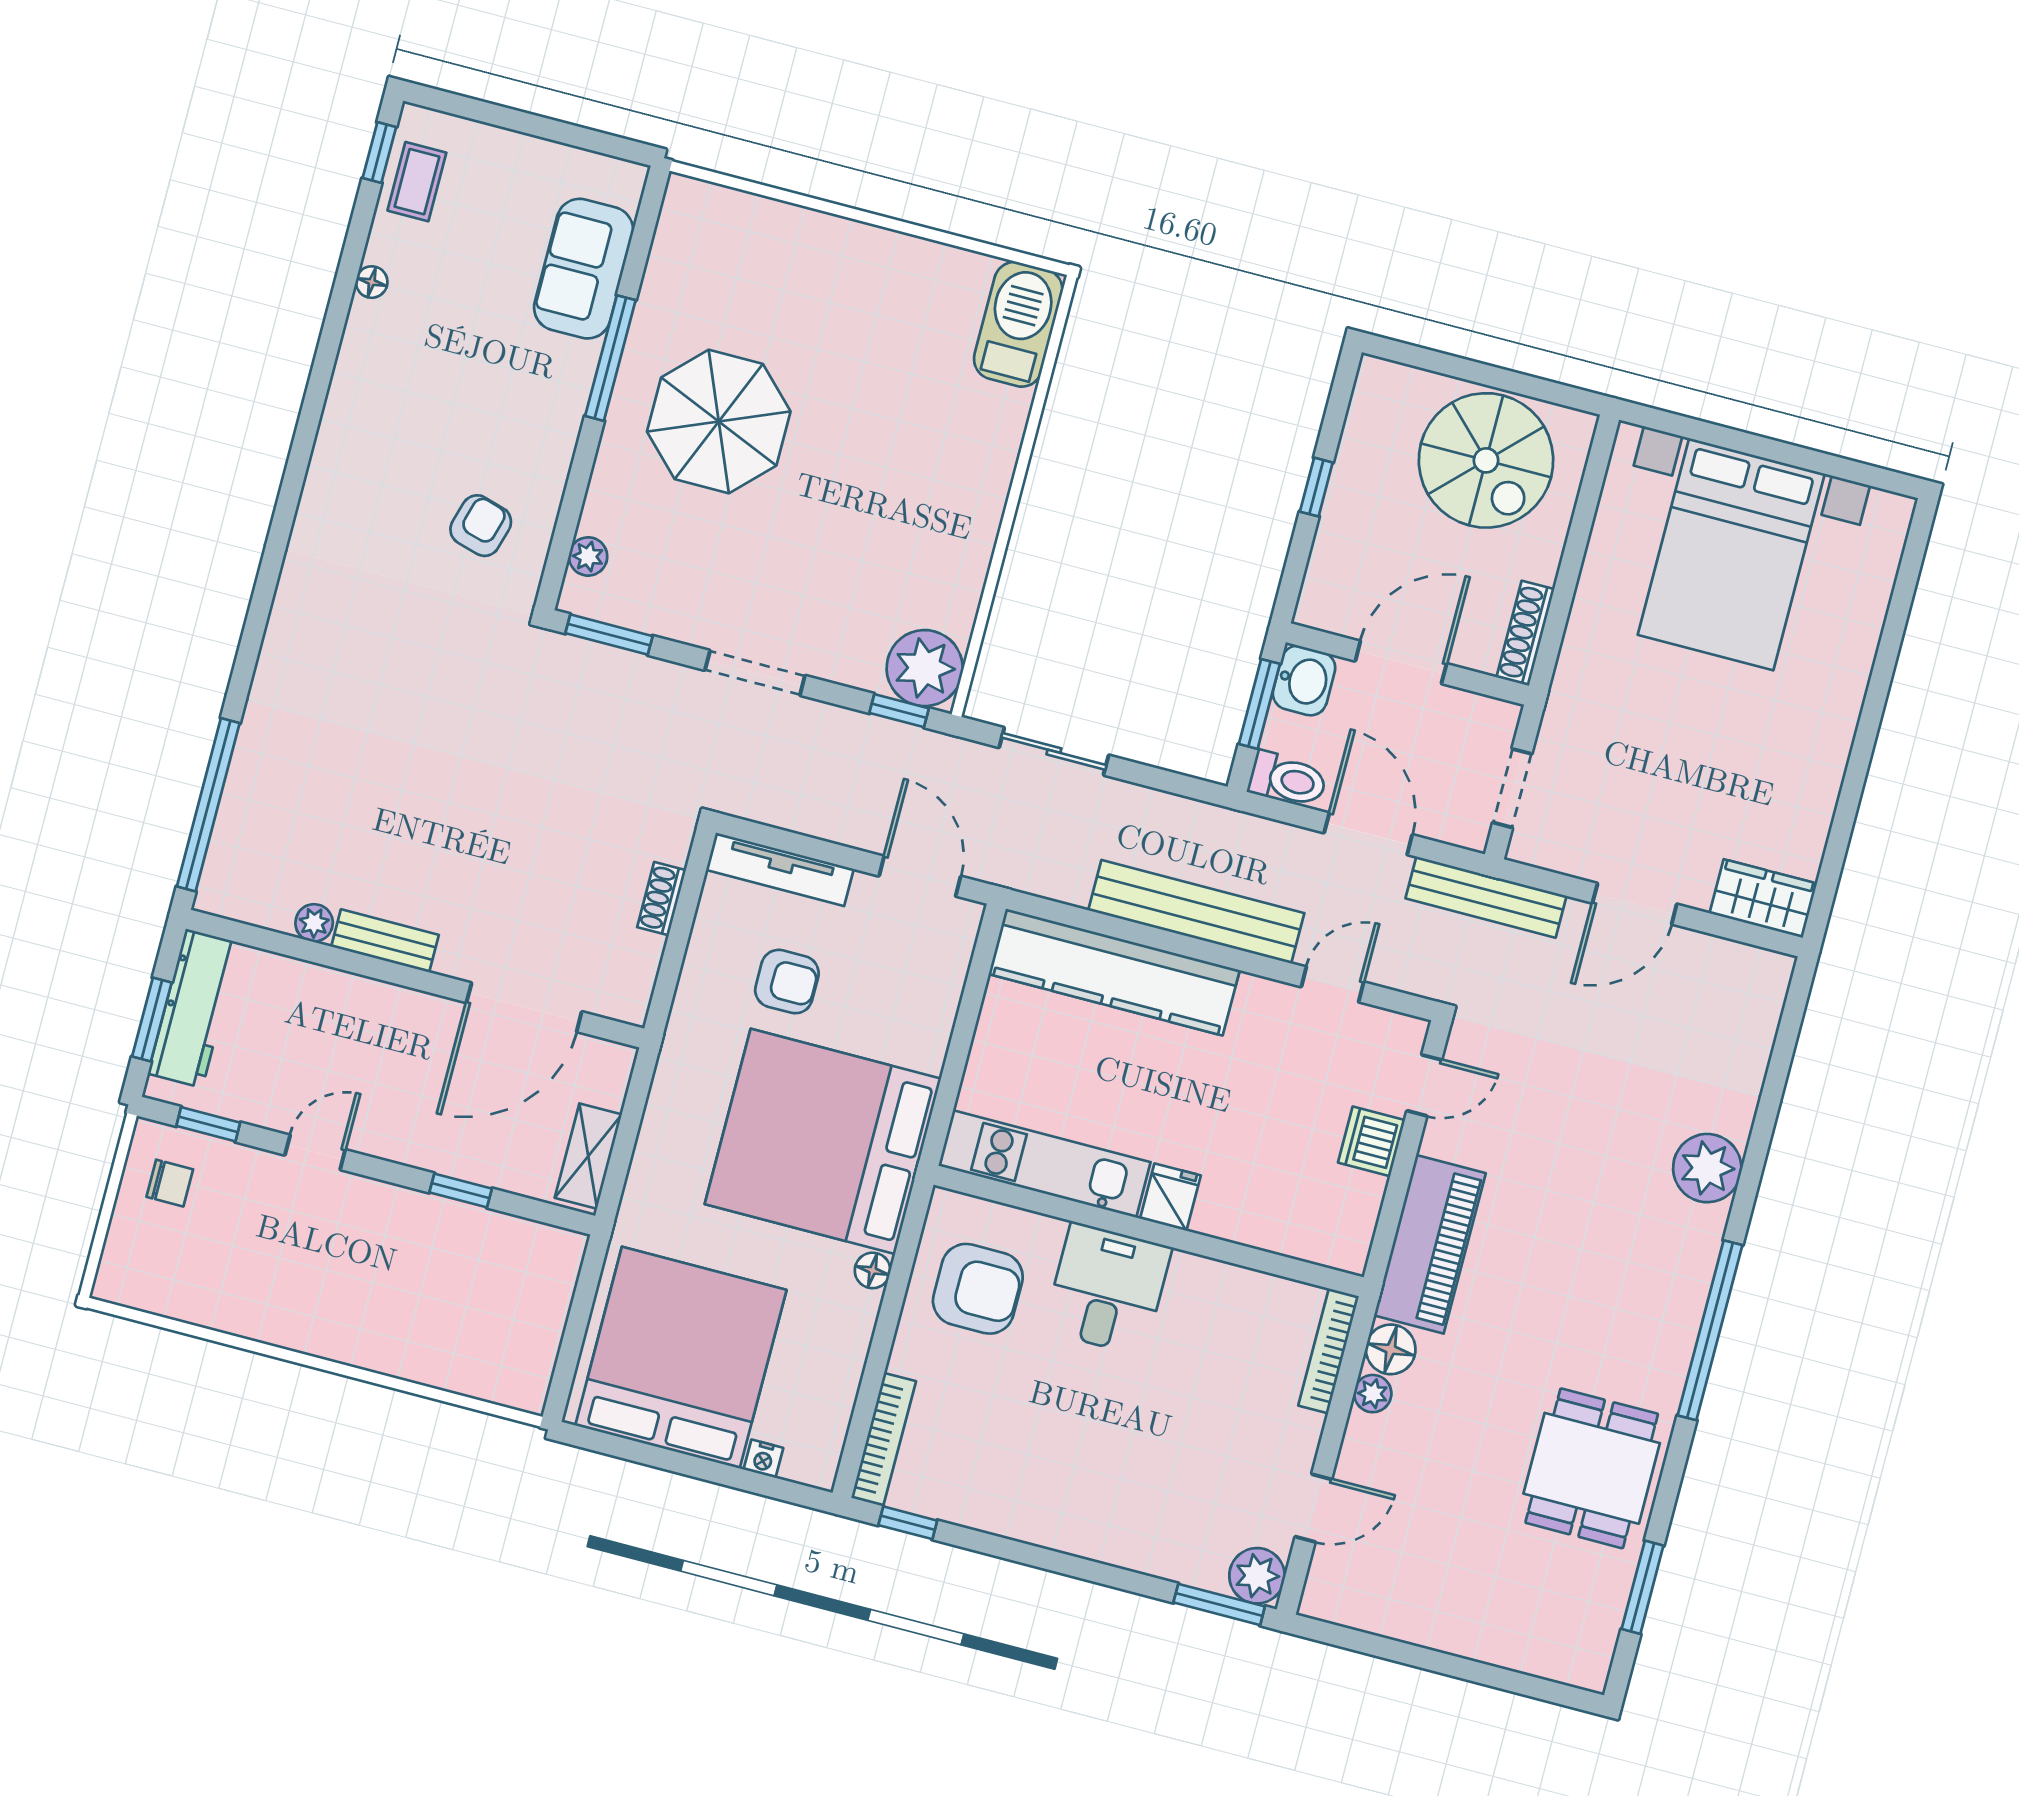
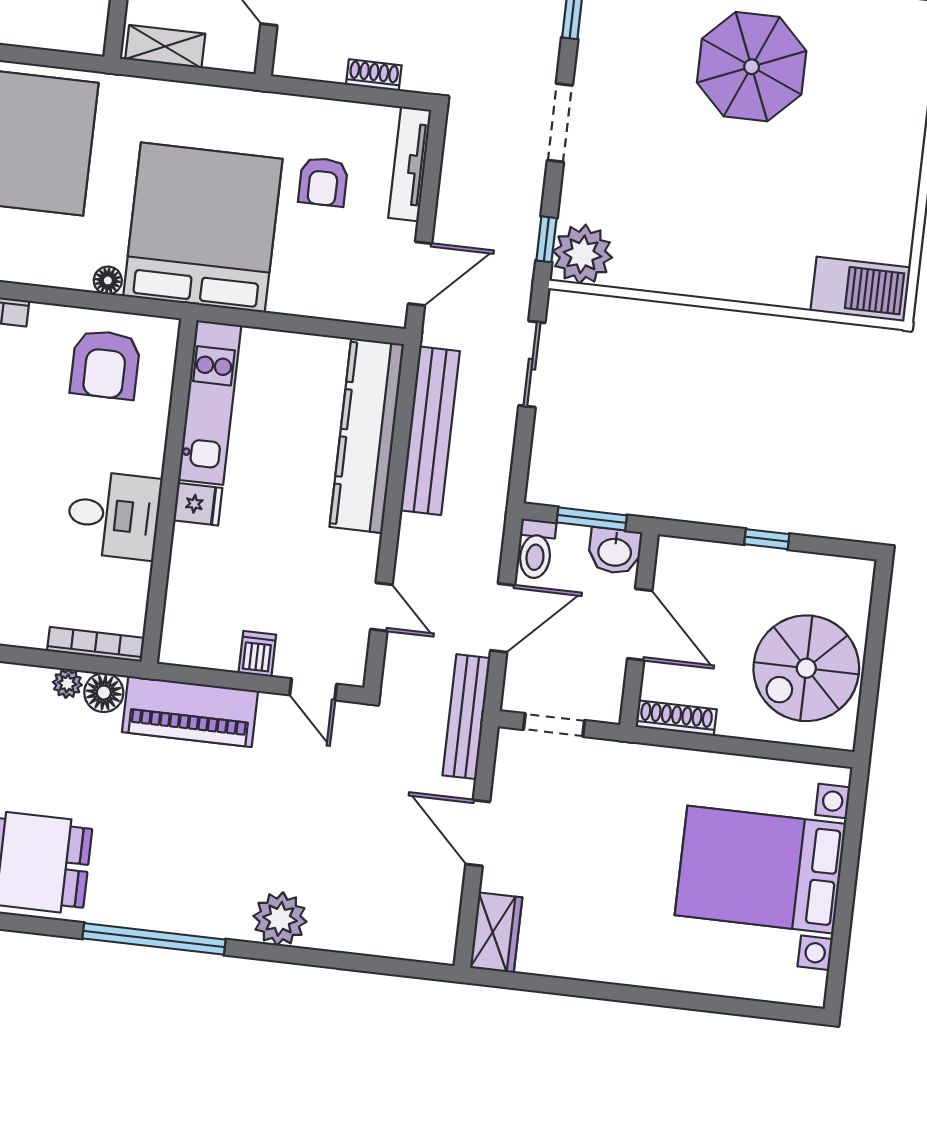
bench: (1196, 912) -> (430, 431), moved
dishwasher: (1372, 1141) -> (257, 654), width x0.73
desk: (1108, 1289) -> (114, 515), moved

